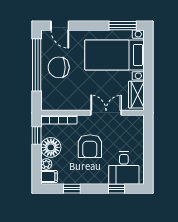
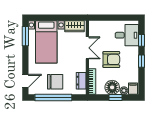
chair: (59, 67) -> (55, 82), turned -90
dresser: (60, 104) -> (81, 81), added
double door: (106, 113) -> (87, 48), swing flipped
window: (37, 136) -> (116, 97), moved
window: (72, 189) -> (142, 61), moved

